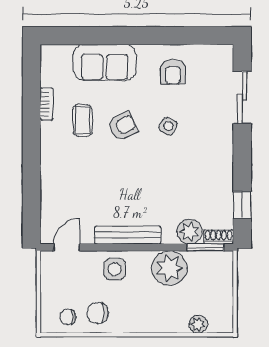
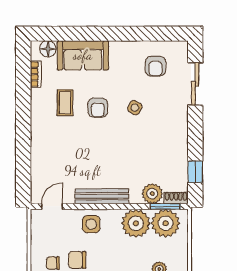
floor lamp: (62, 54) -> (48, 49), added
armchair: (173, 72) -> (155, 66), moved
bookcase: (47, 104) -> (36, 74), moved
armchair: (123, 126) -> (98, 108), turned 117
plant: (206, 268) -> (166, 223), added

